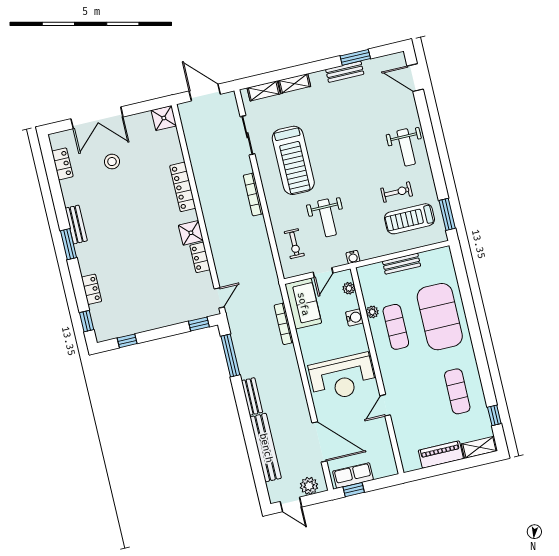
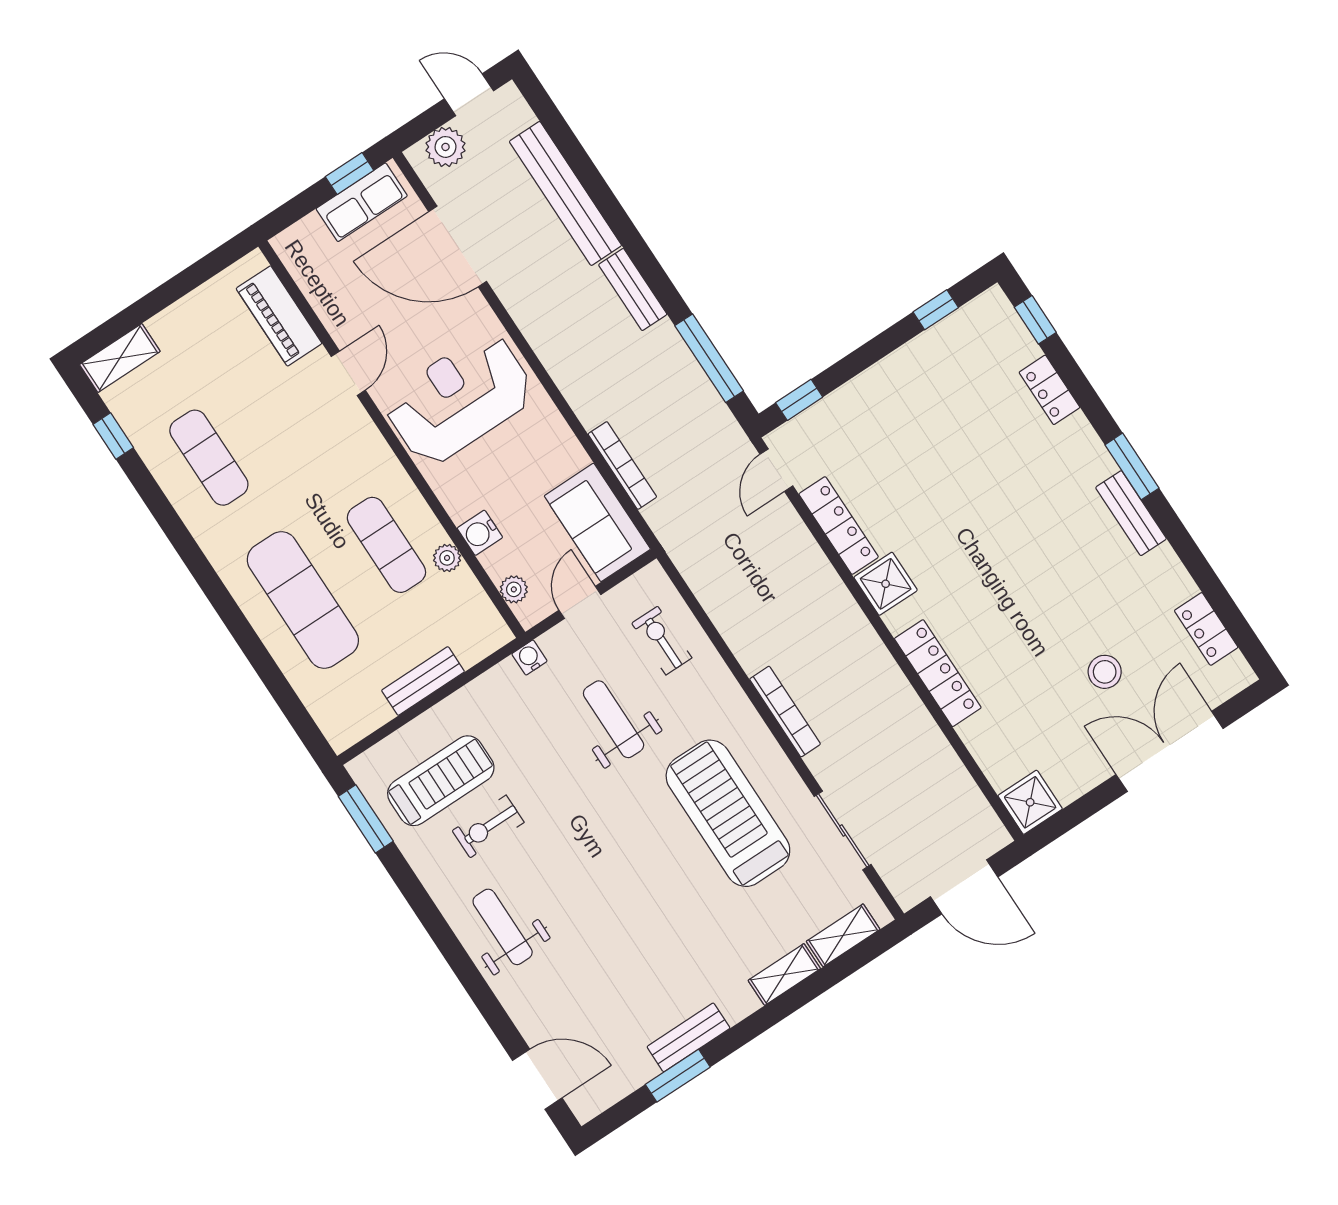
locker: (200, 257) -> (839, 525), width x1.53
exercise mat: (440, 317) -> (303, 600), width x0.68
piano: (441, 454) -> (279, 316), moved, turned 90

